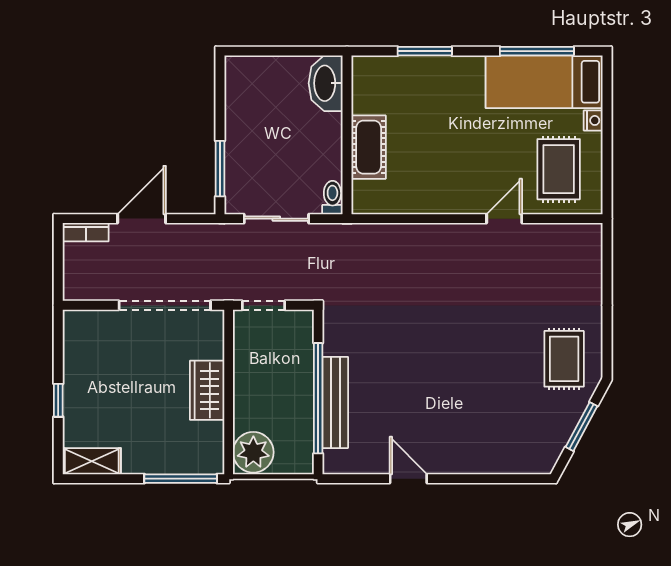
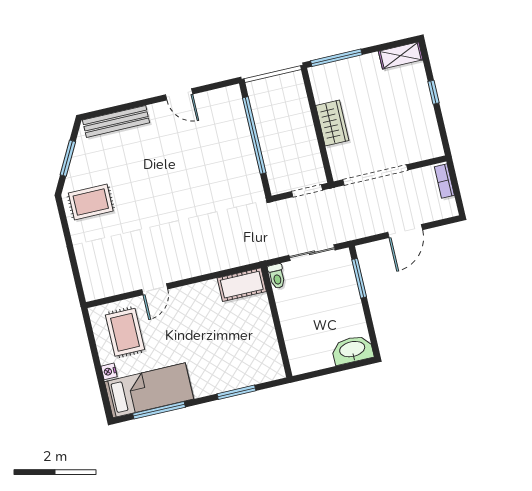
washbasin: (326, 83) -> (352, 350), moved, turned -90
cot: (369, 147) -> (242, 285), moved, turned 90
bookcase: (86, 232) -> (444, 181), moved, turned -90
rug: (564, 359) -> (91, 202), turned 90
bench: (335, 402) -> (116, 121), moved, turned 90
plant: (253, 452) -> (290, 88), removed

